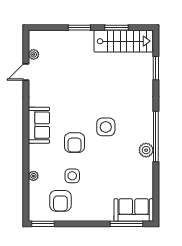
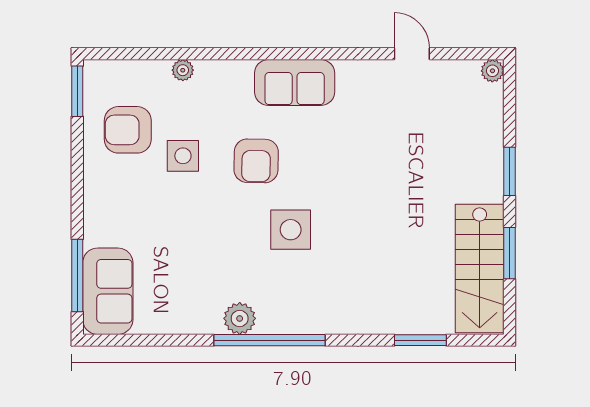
plant: (34, 54) -> (492, 71), moved
armchair: (75, 143) -> (256, 161), turned -89

